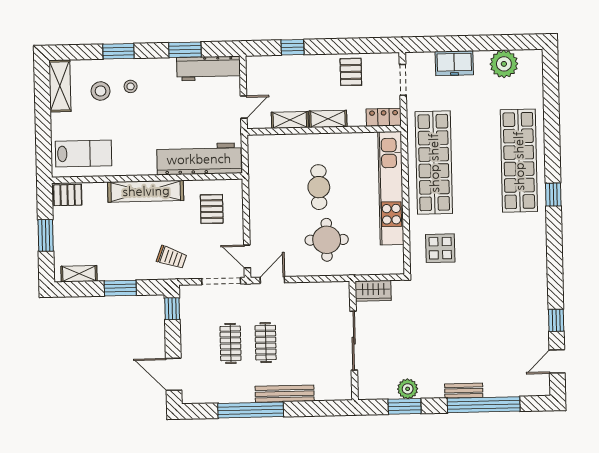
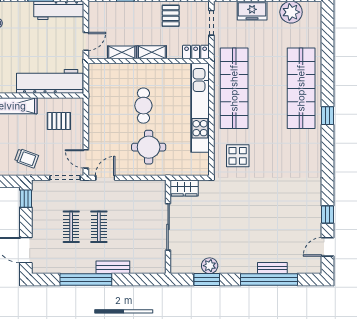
pallet: (212, 209) -> (59, 121), turned 90
bench: (464, 391) -> (272, 268), moved
bench: (285, 394) -> (113, 267), width x0.73

